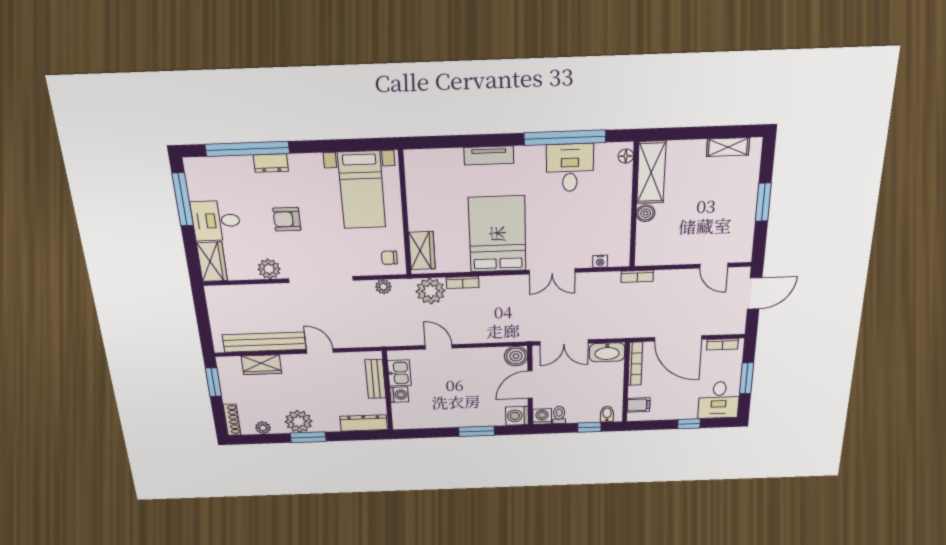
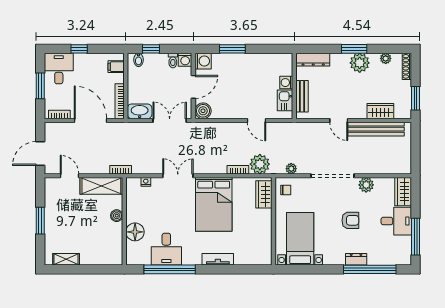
floor lamp: (626, 156) -> (135, 232), moved, width x1.89, depth x1.89
shelving: (651, 172) -> (101, 186), moved, turned 90

